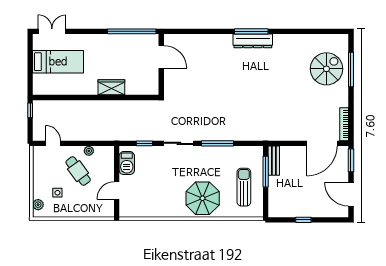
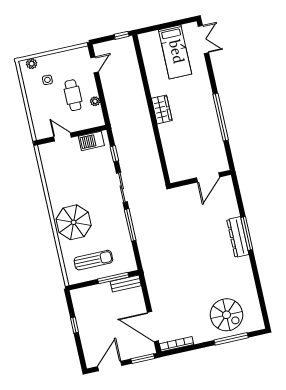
door: (161, 57) -> (208, 177), moved
wall: (161, 64) -> (201, 179), moved
cafe table: (78, 171) -> (73, 95), turned -54

